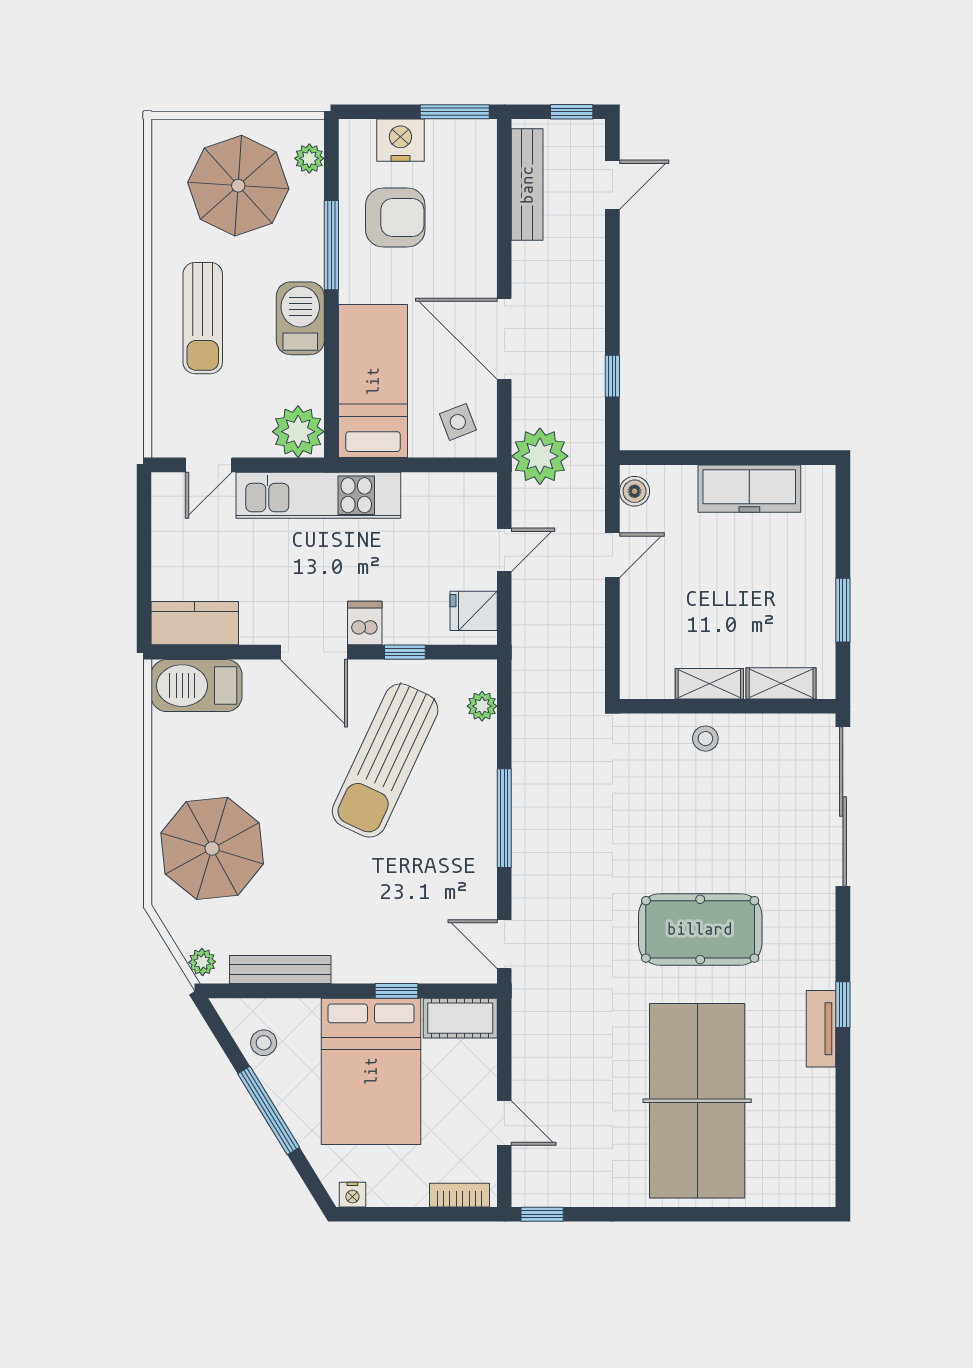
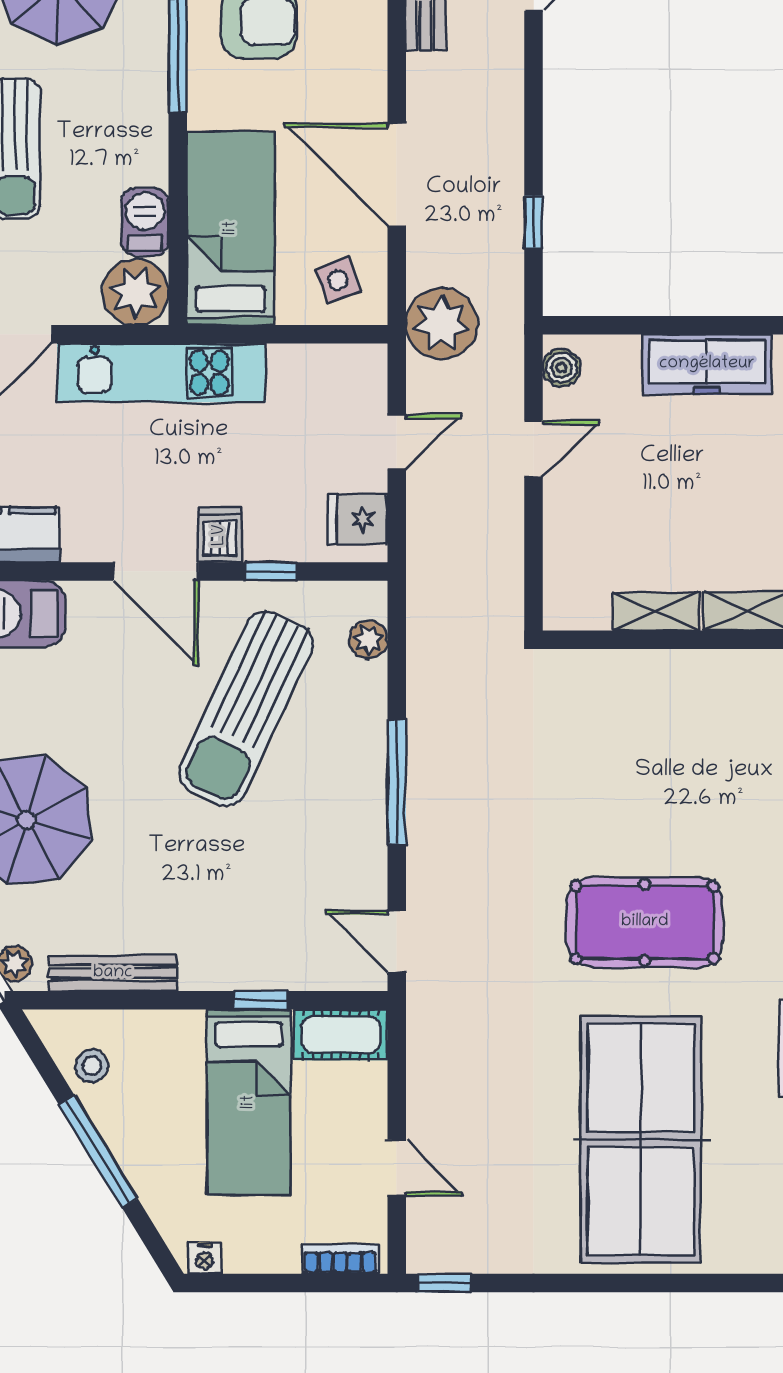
barbecue: (300, 318) -> (145, 222), moved, width x0.73, depth x0.79
stool: (705, 739) -> (651, 681), removed
bed: (371, 1071) -> (249, 1102), width x0.67

